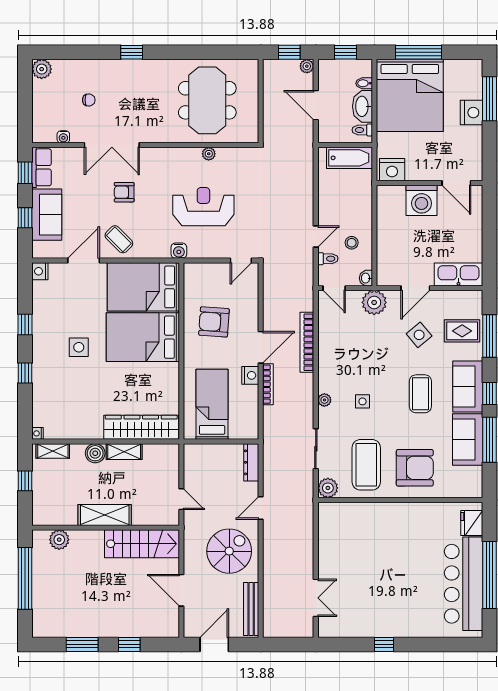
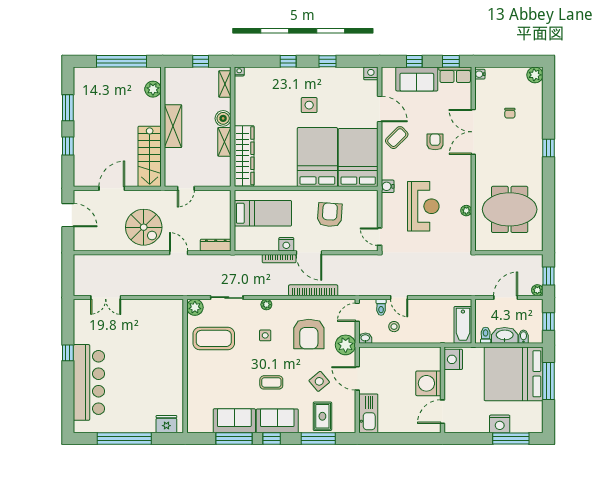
water cooler: (63, 137) -> (480, 74), moved
coffee table: (420, 394) -> (271, 382), width x0.73, depth x0.77
armchair: (415, 468) -> (309, 334), moved
bar counter: (464, 584) -> (89, 382), moved, turned 90
bench: (251, 609) -> (97, 245), removed

